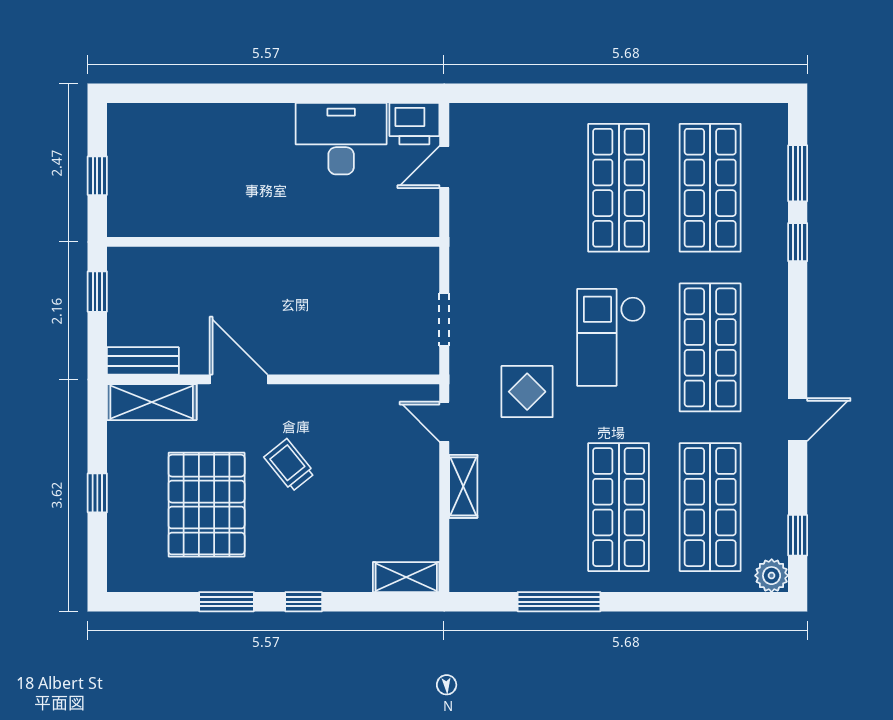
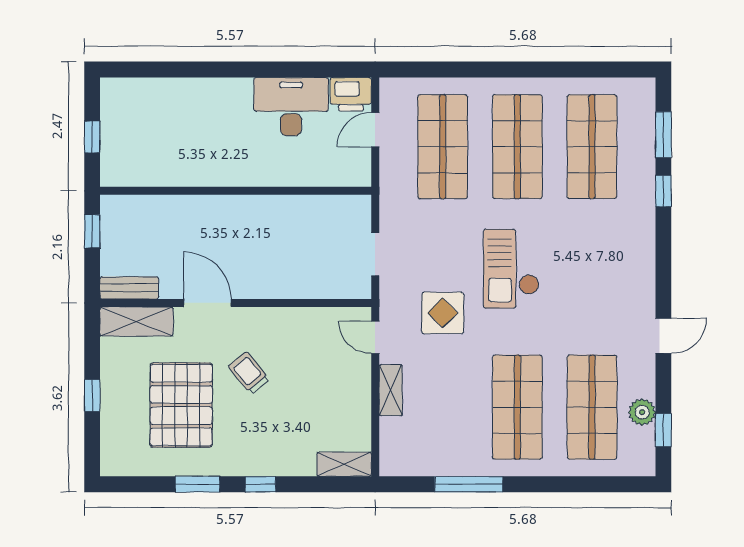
shop shelf: (710, 347) -> (443, 147), moved
plant: (772, 576) -> (642, 412), moved

